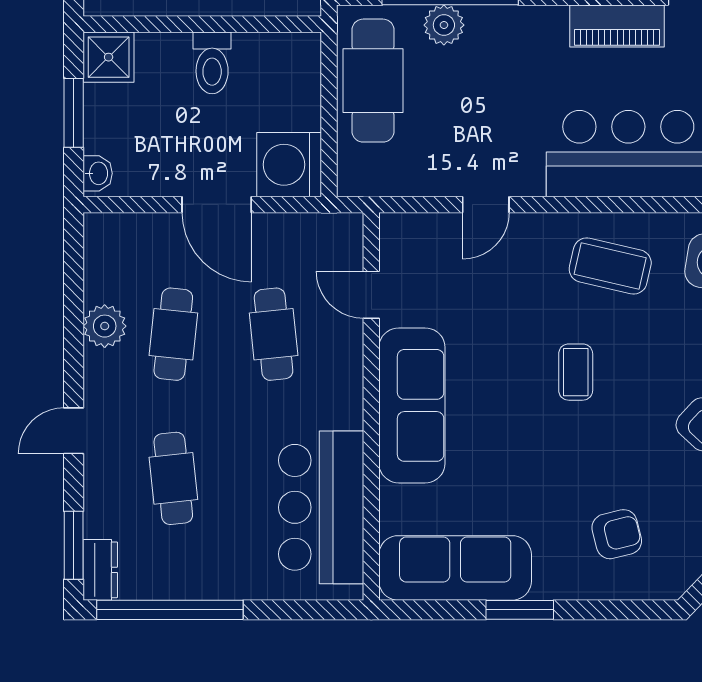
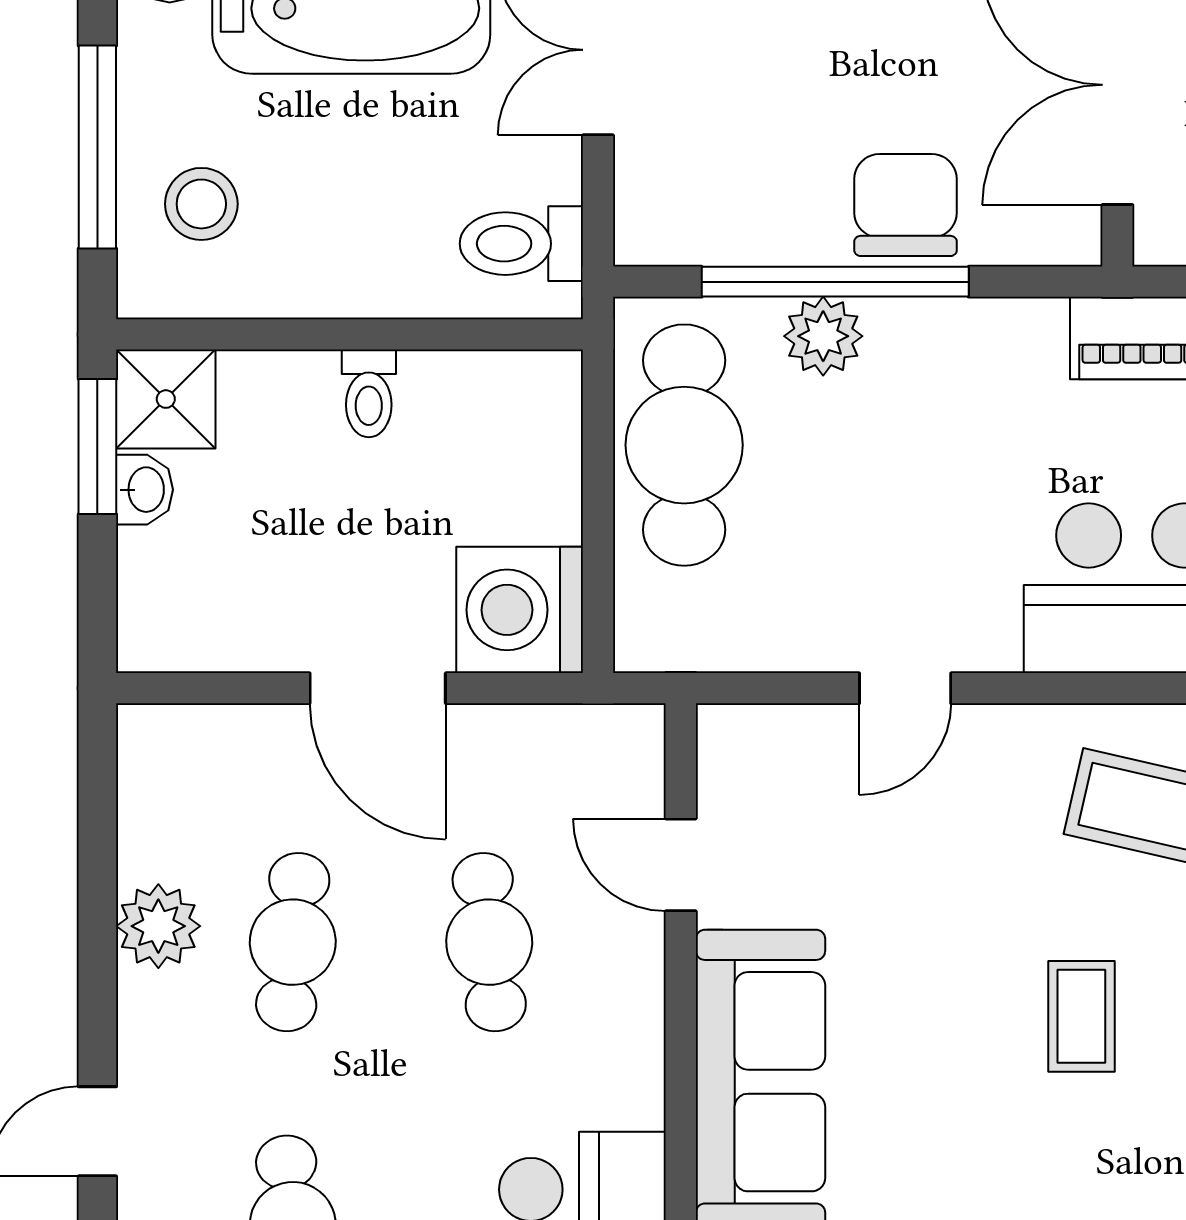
toilet: (212, 63) -> (369, 393), width x0.73, depth x0.72
window: (74, 113) -> (97, 447), moved
washbasin: (98, 173) -> (144, 490), moved

